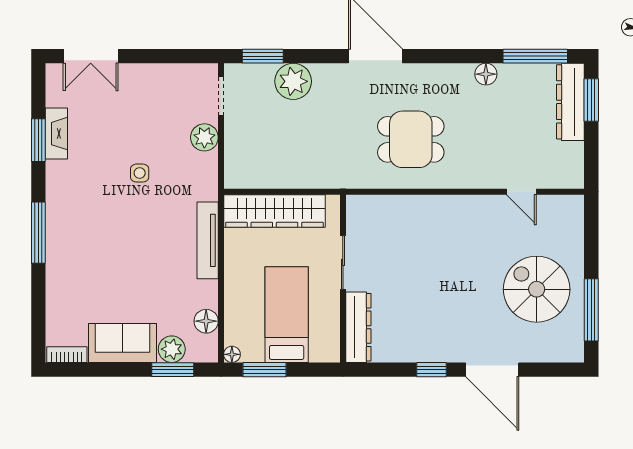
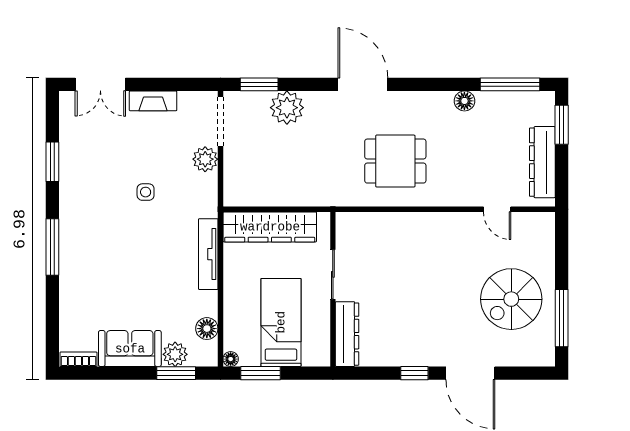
doorway: (221, 96) -> (220, 121), width x1.38
dresser: (570, 102) -> (542, 162), moved
fireplace: (56, 134) -> (153, 101), moved, turned 90
spiral stairs: (537, 289) -> (511, 299), turned -90

